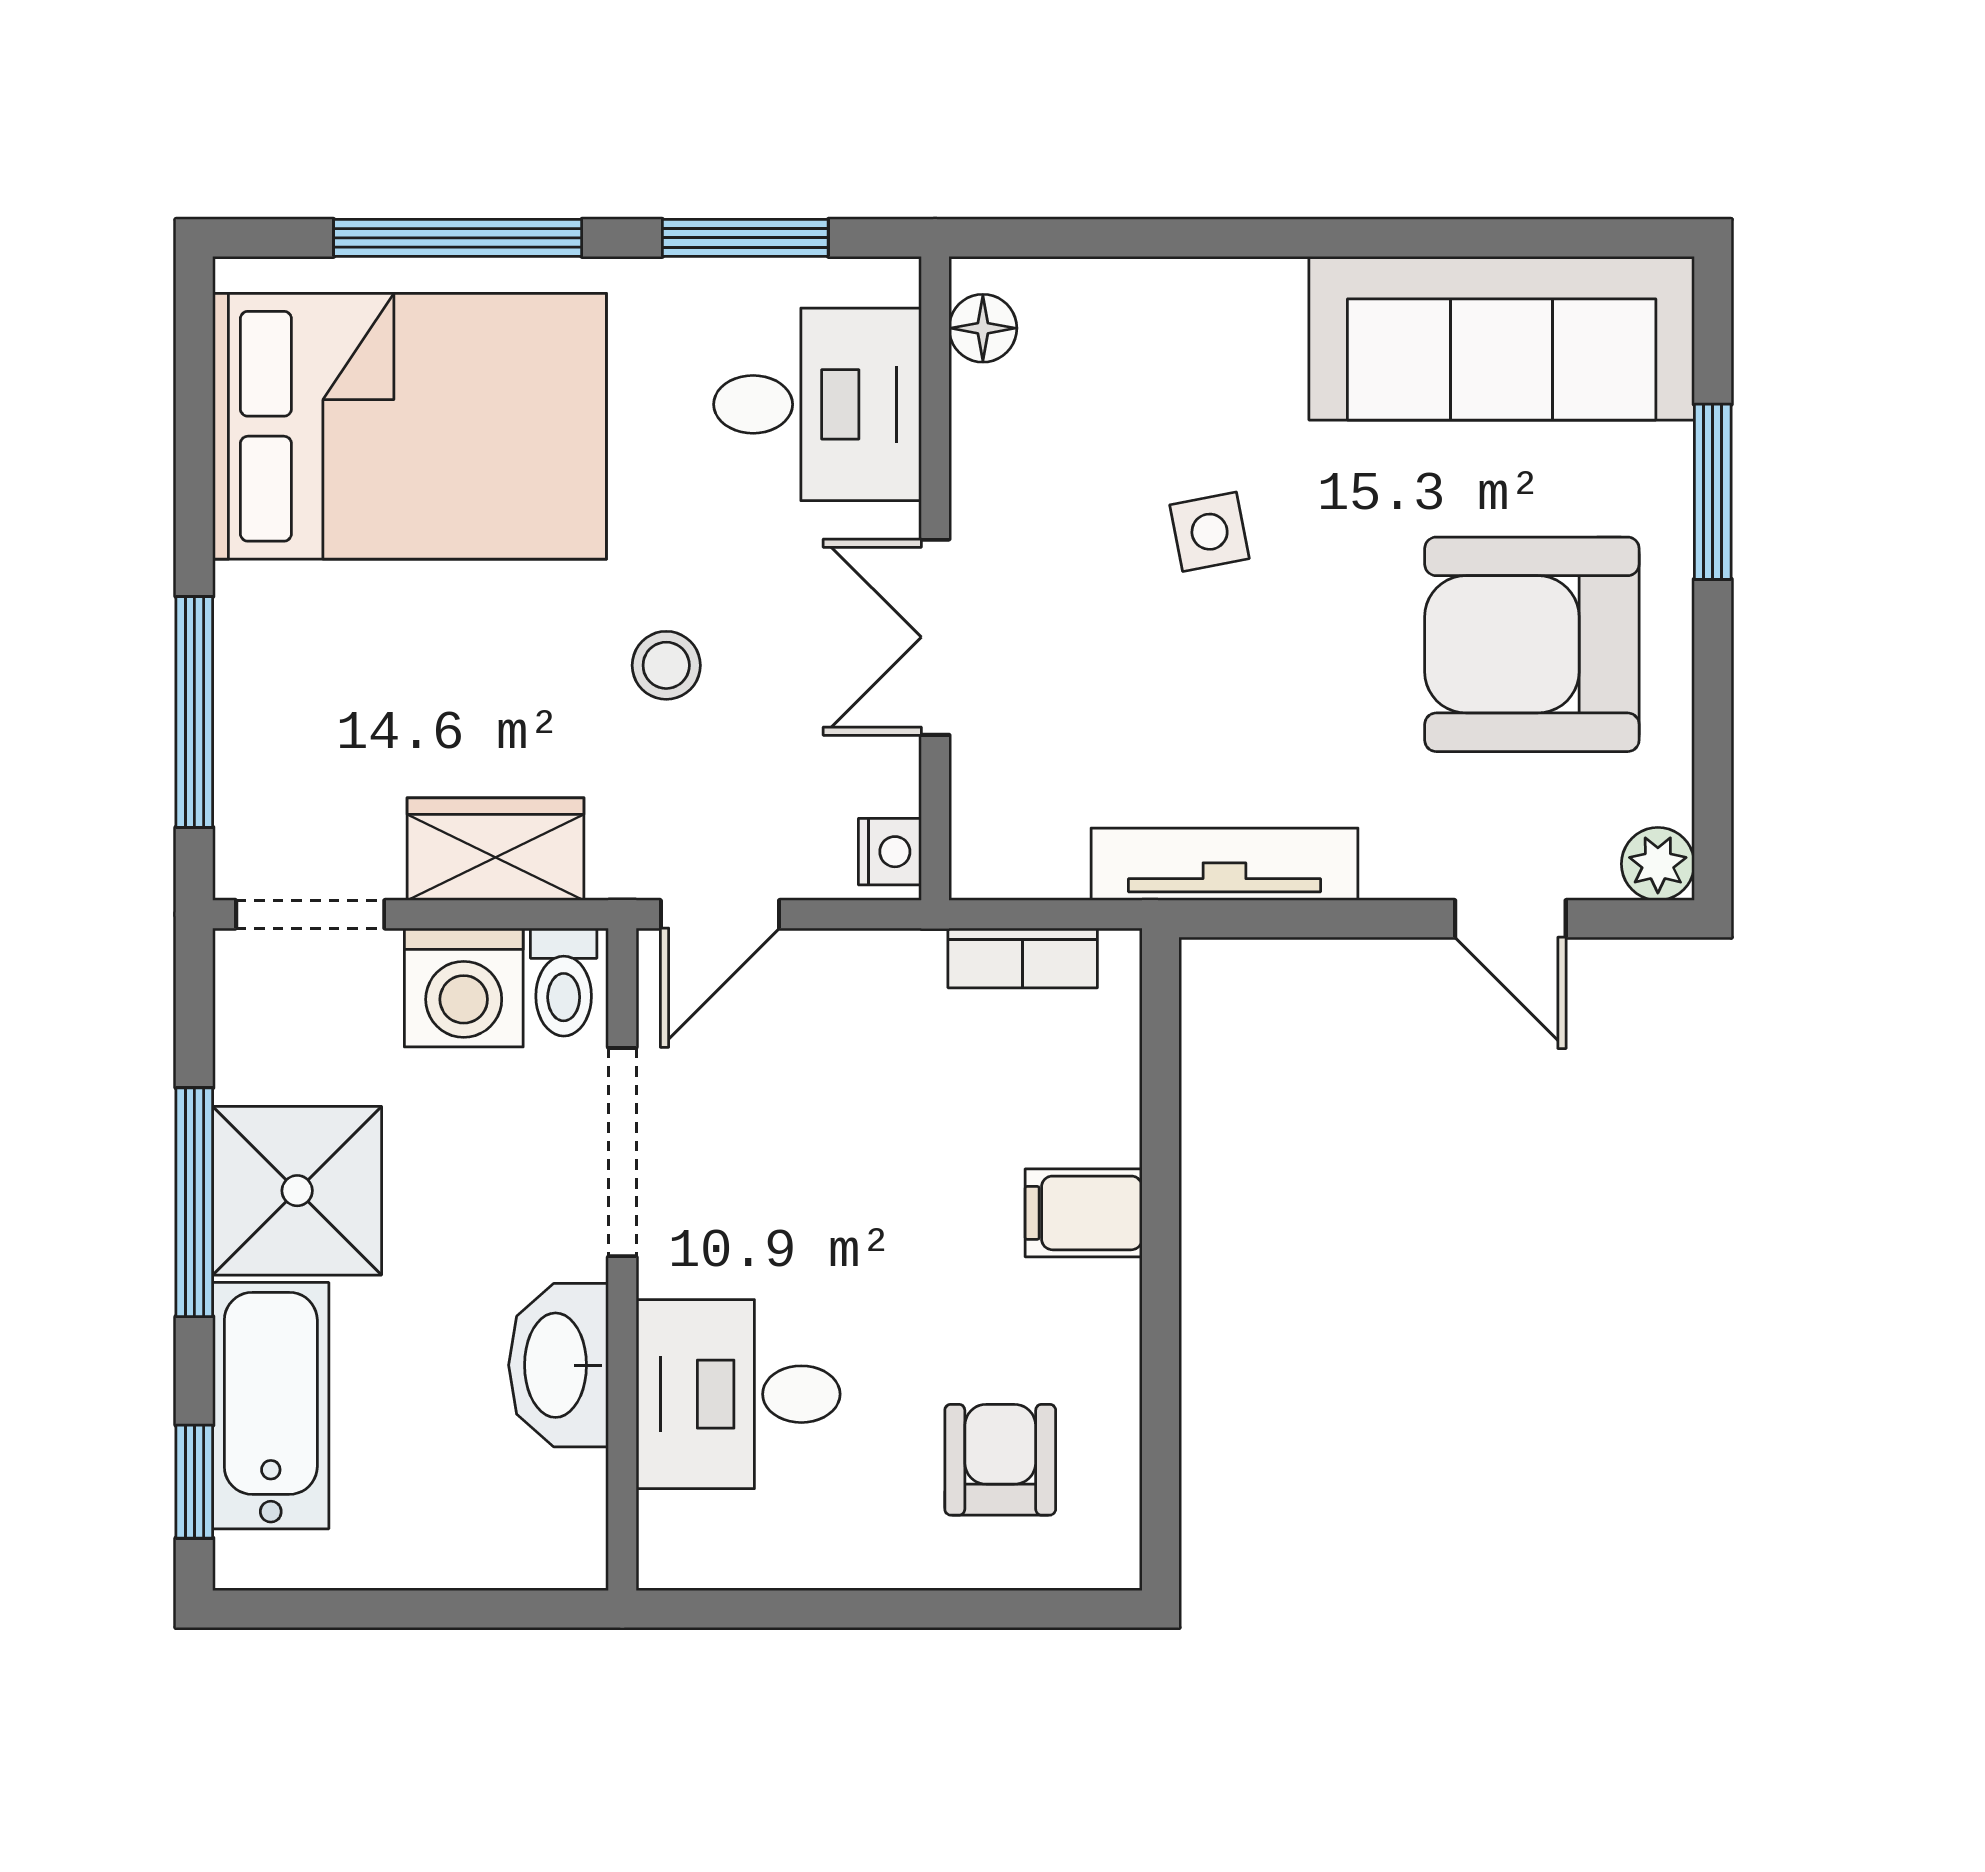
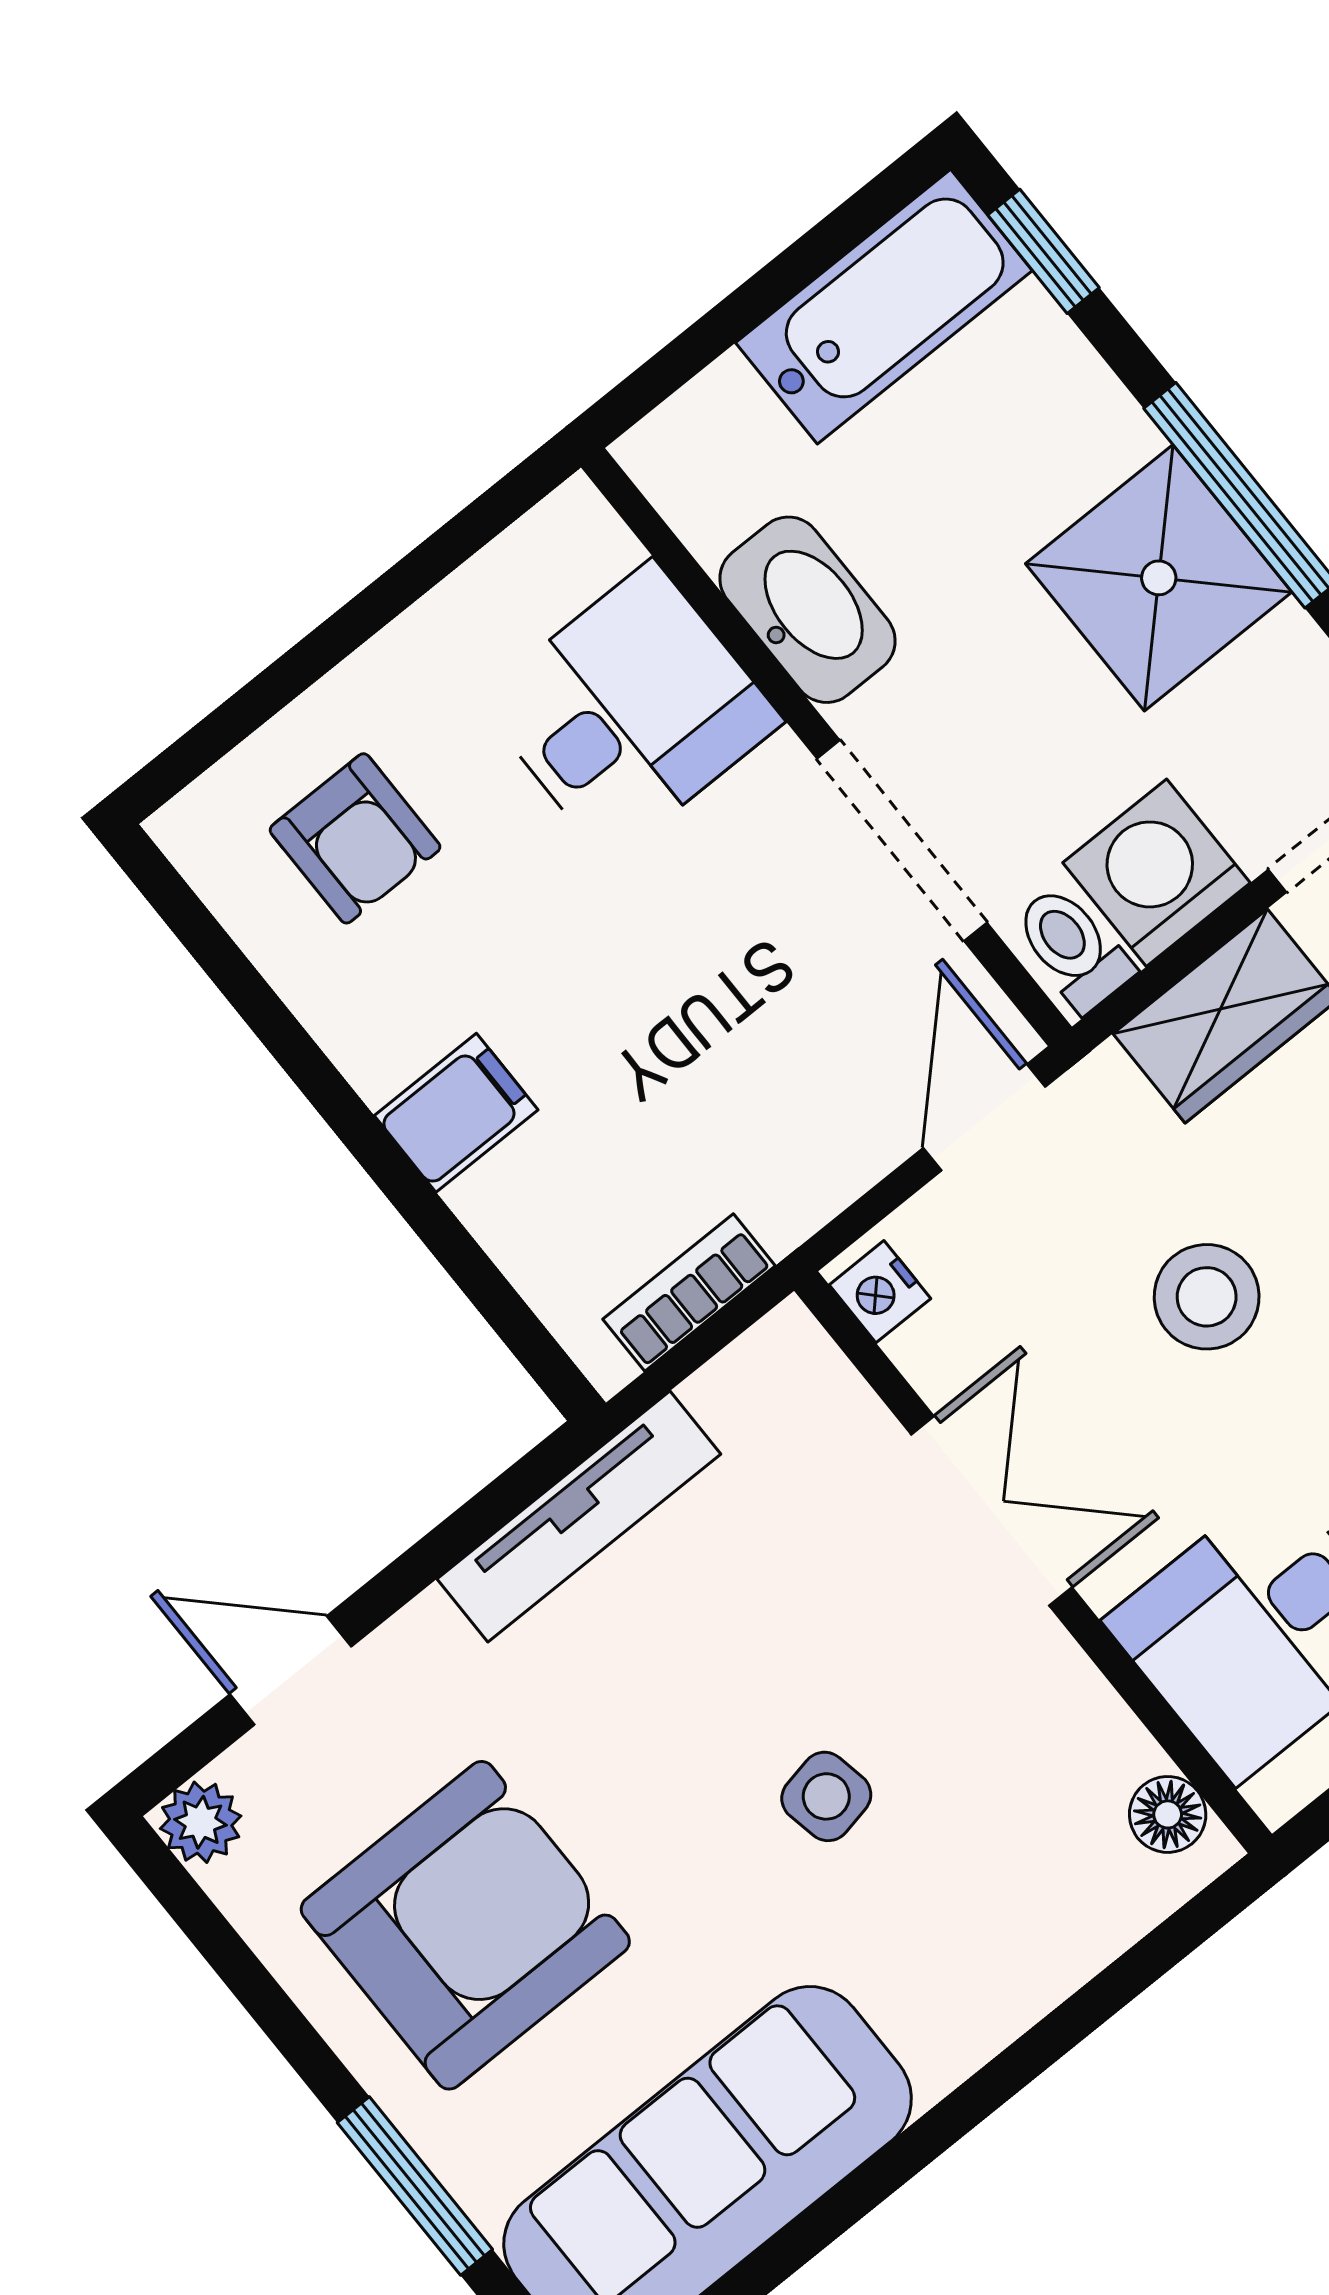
stool: (666, 665) -> (1207, 1297), width x1.37, depth x1.37
bathtub: (271, 1406) -> (884, 307), moved, turned -90

